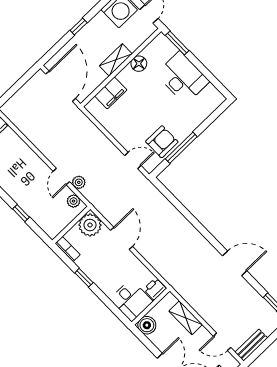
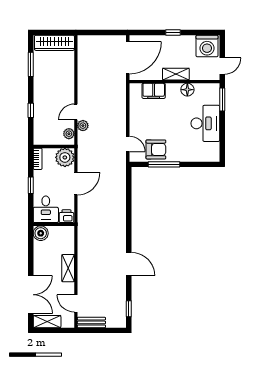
printer: (155, 289) -> (66, 216), moved
desk: (131, 300) -> (46, 209), moved
wall: (151, 306) -> (54, 224), moved
boiler: (147, 325) -> (41, 233), moved

